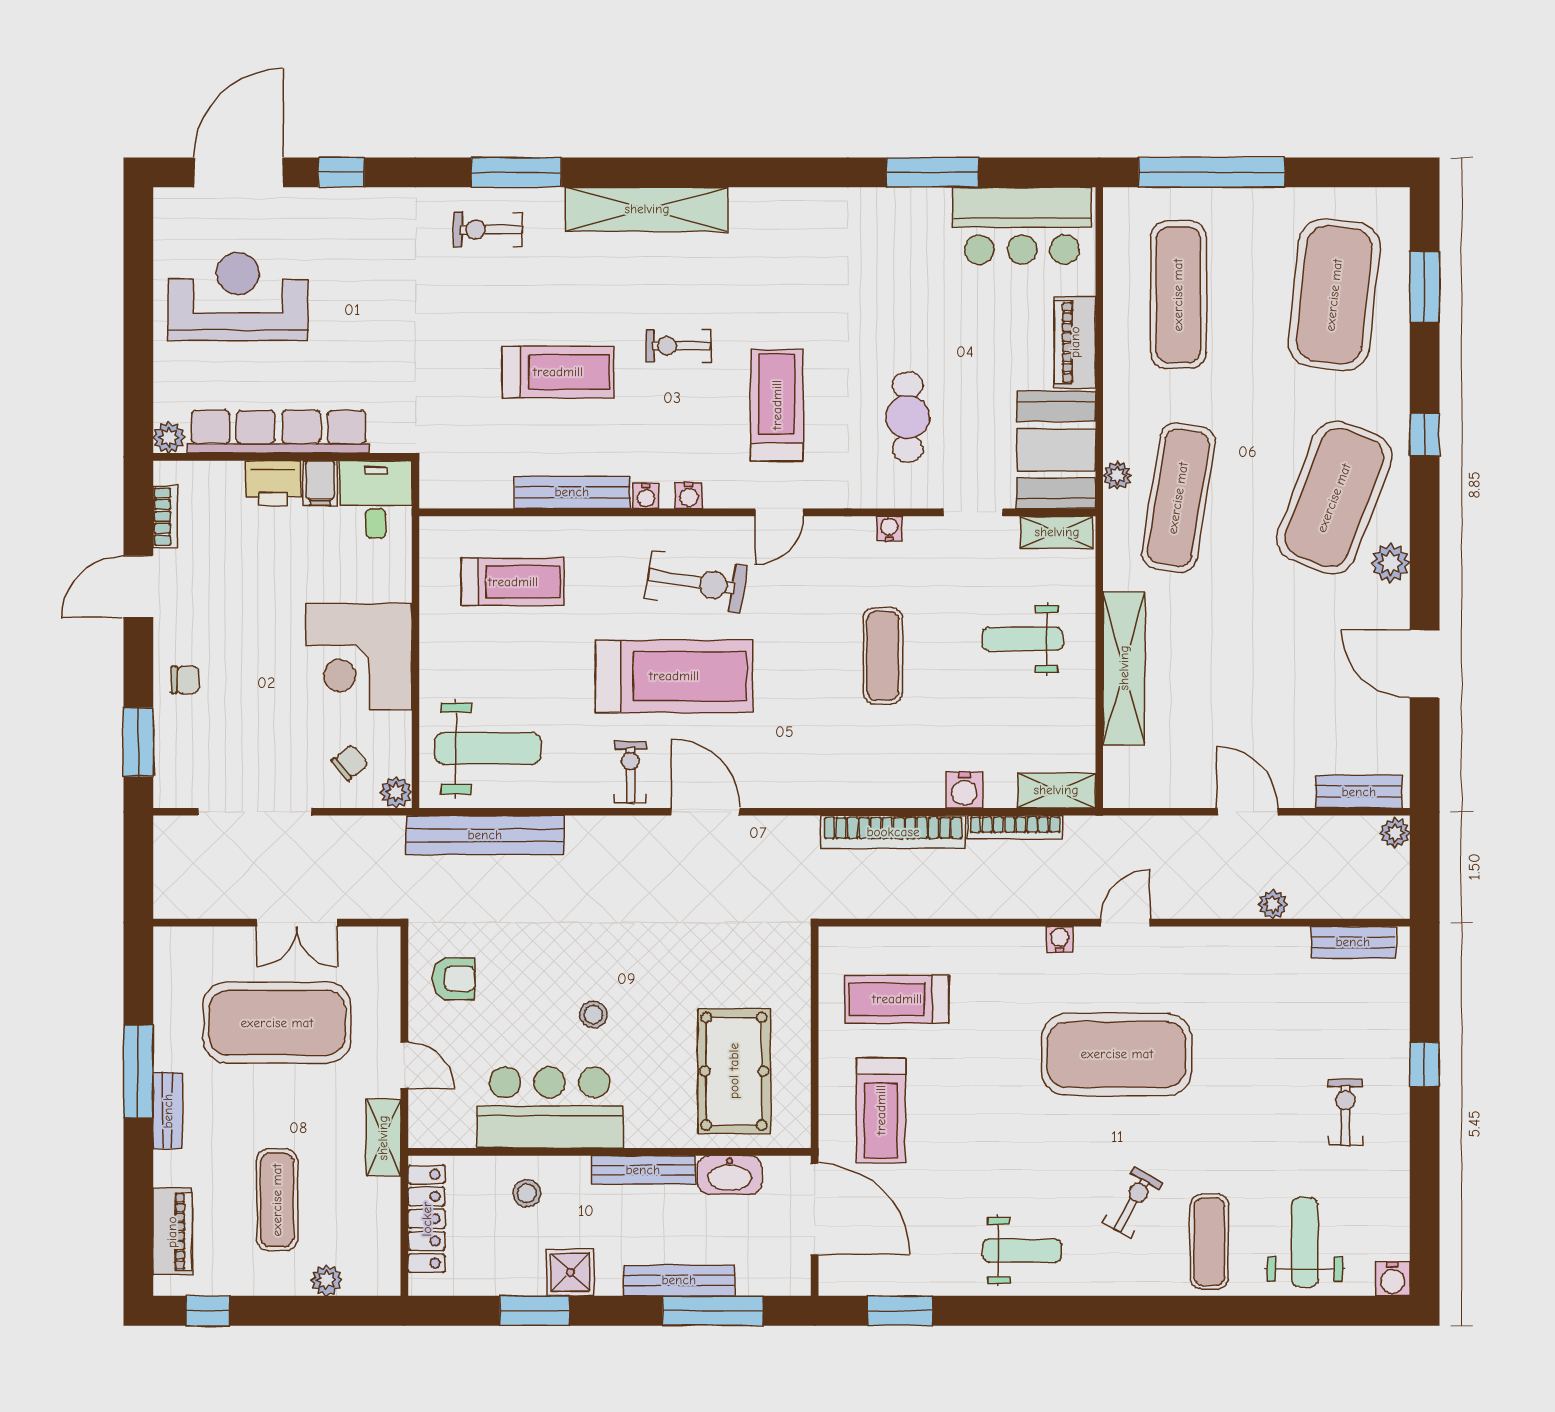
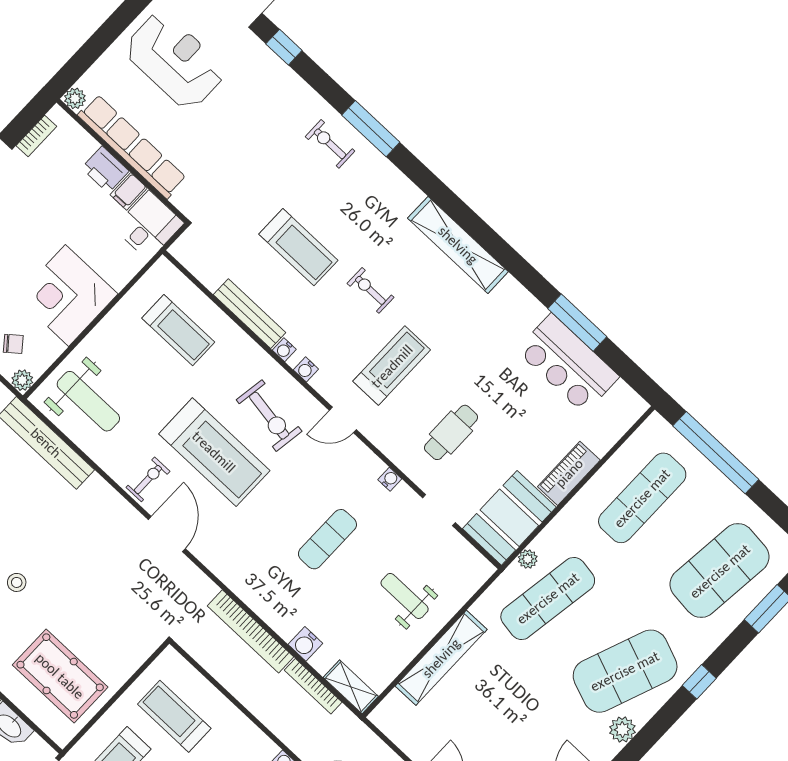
shelving: (647, 209) -> (458, 245), moved
bar counter: (1022, 226) -> (568, 364), moved
shelving: (1057, 532) -> (471, 559), removed
pool table: (734, 1071) -> (60, 676), turned 90

